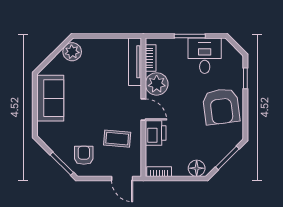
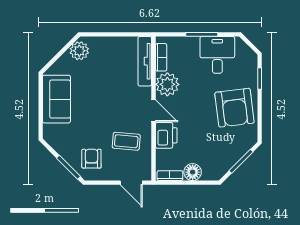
floor lamp: (197, 168) -> (193, 172), moved

